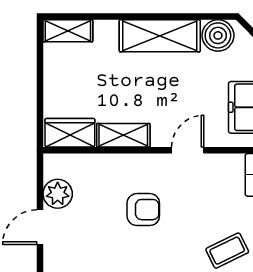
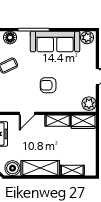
shelving: (68, 31) -> (72, 170), moved
plant: (58, 194) -> (89, 104), moved

